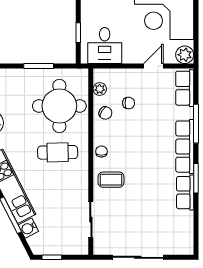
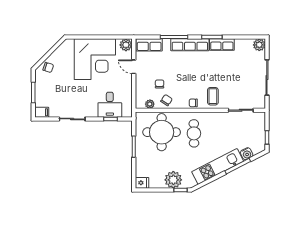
desk: (105, 45) -> (110, 105), moved, turned 90
plant: (185, 246) -> (259, 45), added

